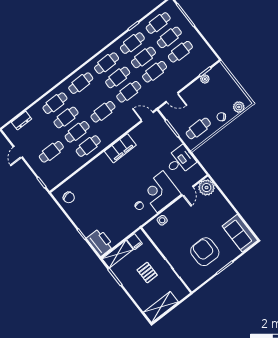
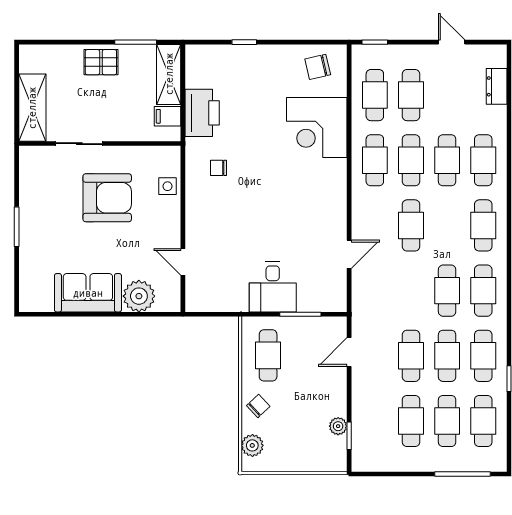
cafe table: (129, 92) -> (375, 95), moved
door: (147, 117) -> (349, 254), moved
filing cabinet: (120, 148) -> (332, 208), removed
desk: (180, 161) -> (273, 287), moved
plant: (207, 188) -> (139, 296), moved
corner desk: (160, 192) -> (317, 127), moved, turned 180
sofa: (240, 233) -> (88, 293), moved
printer: (100, 242) -> (202, 113), moved, turned -90
armchair: (205, 252) -> (107, 198), moved
pallet: (147, 273) -> (101, 62), moved
shelving: (161, 307) -> (32, 108), moved

